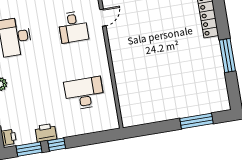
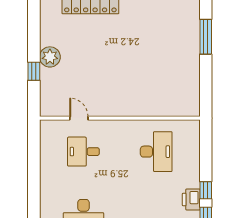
desk: (73, 27) -> (83, 152), turned 180
desk: (84, 93) -> (156, 152), turned 180

